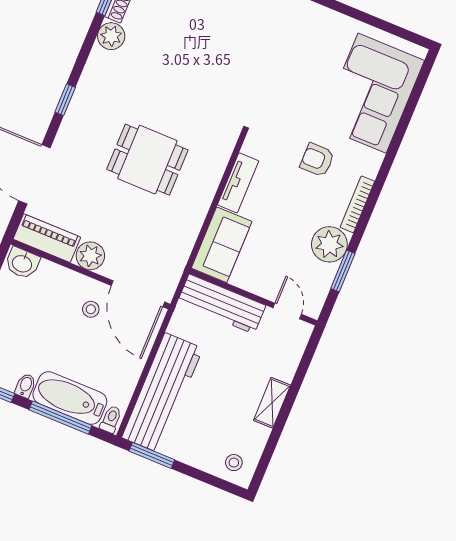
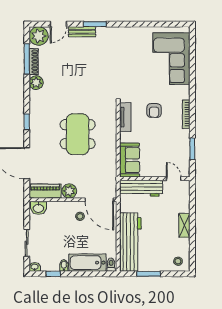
dining table: (147, 160) -> (78, 134), width x1.37
armchair: (317, 160) -> (154, 110), moved, turned -90
tv unit: (238, 183) -> (125, 117), moved
plant: (329, 244) -> (181, 139), removed
window: (60, 418) -> (87, 274), removed
window: (152, 455) -> (149, 274), moved

